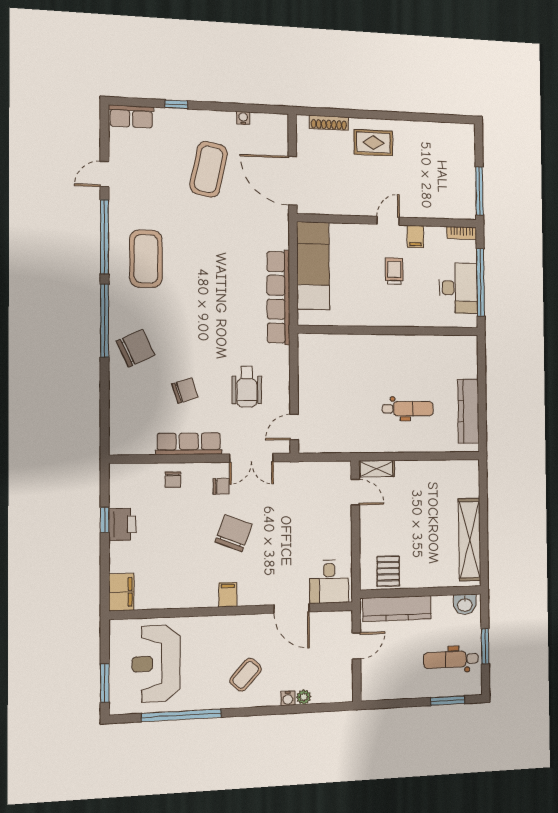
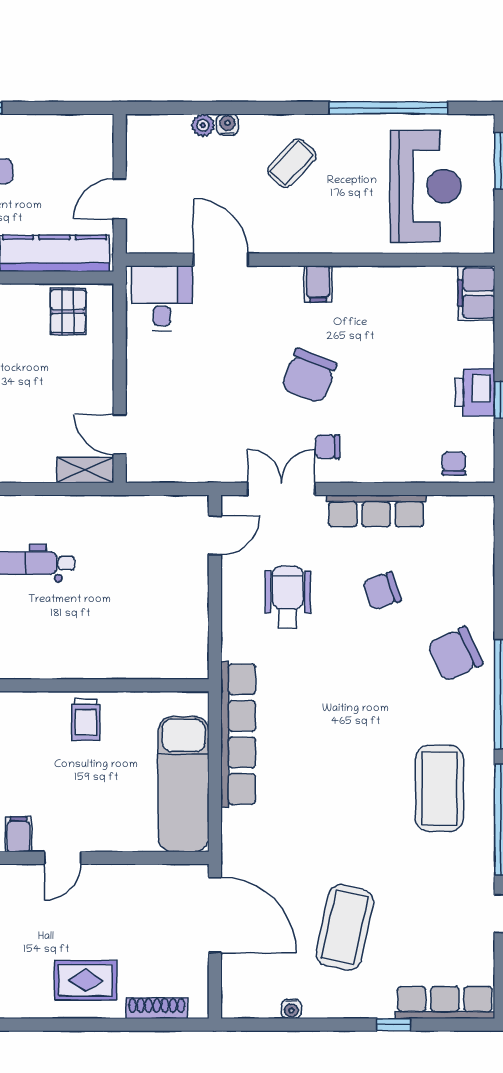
row of seats: (131, 116) -> (445, 1003), width x1.48
trolley: (394, 271) -> (86, 719), moved
chair: (173, 480) -> (454, 464), moved

